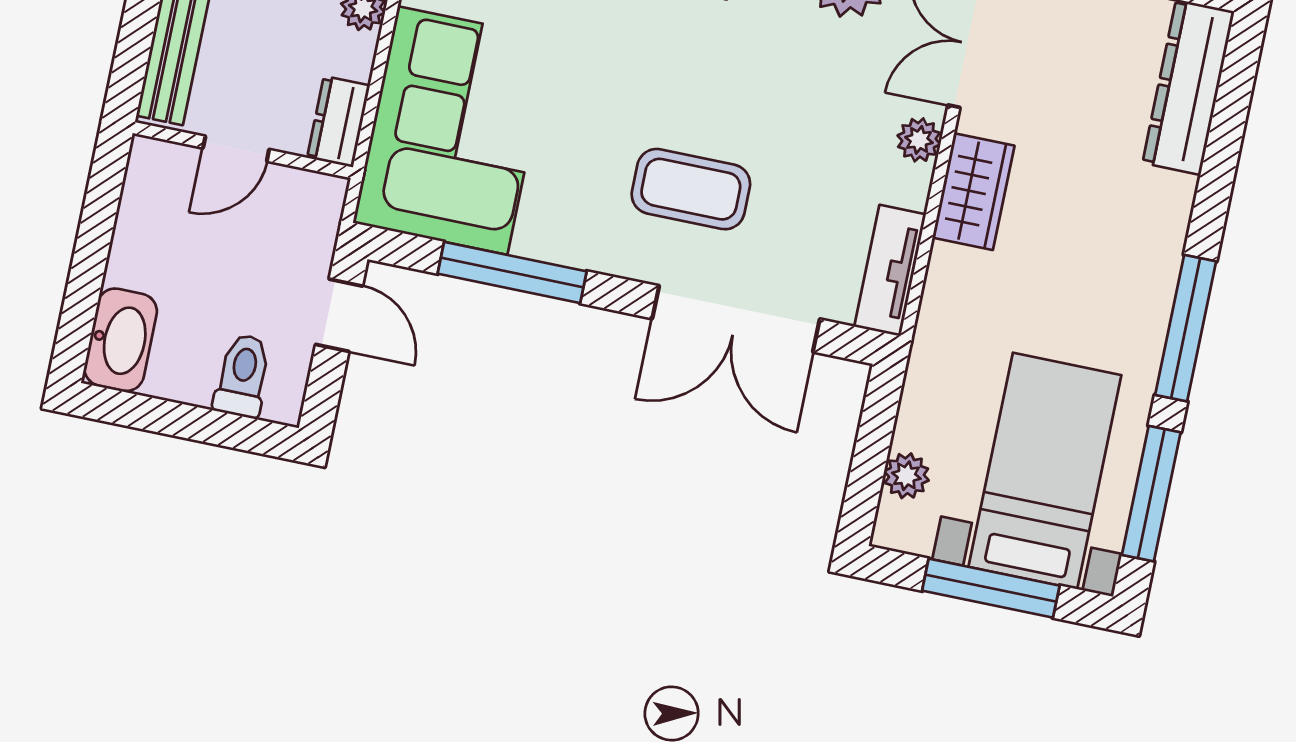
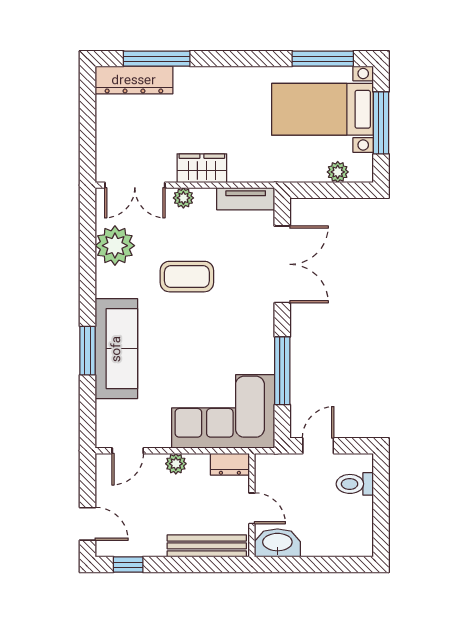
coffee table: (691, 189) -> (187, 277), moved, turned 90
window: (1186, 328) -> (157, 59), moved
washbasin: (121, 340) -> (277, 543), moved

